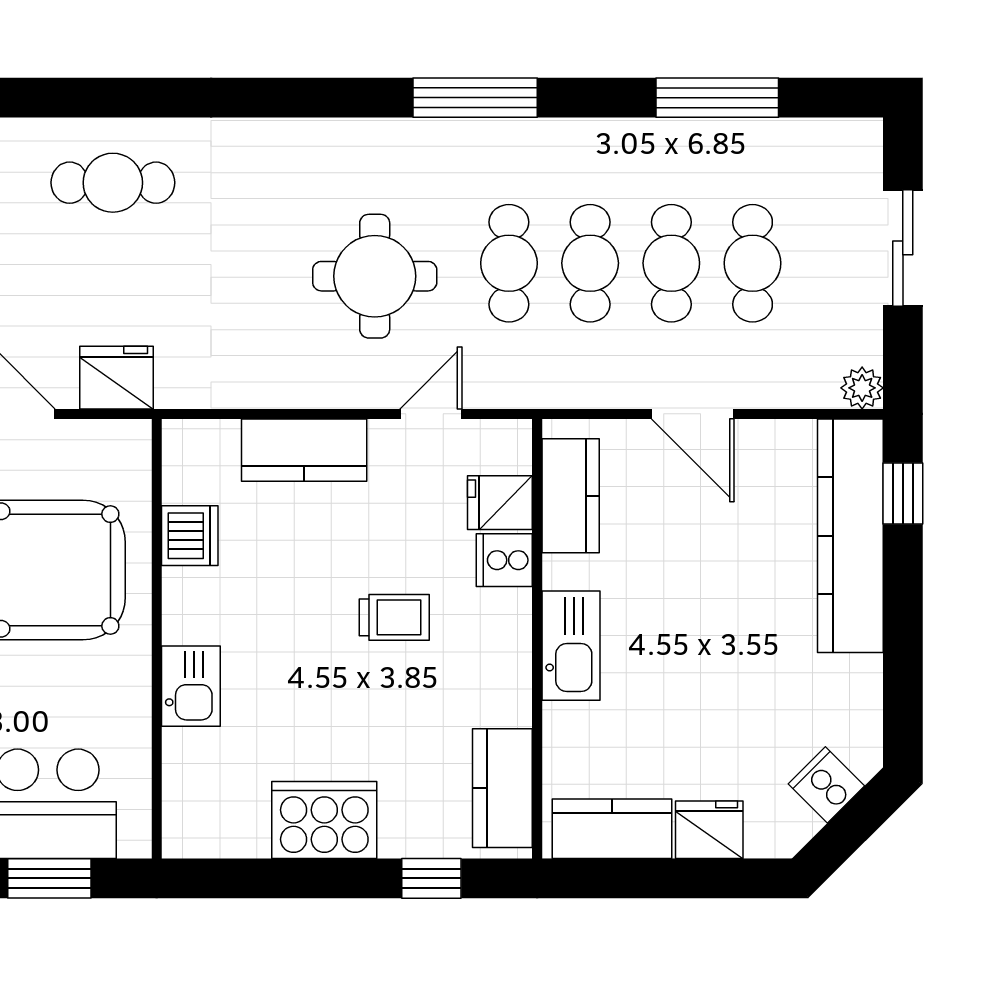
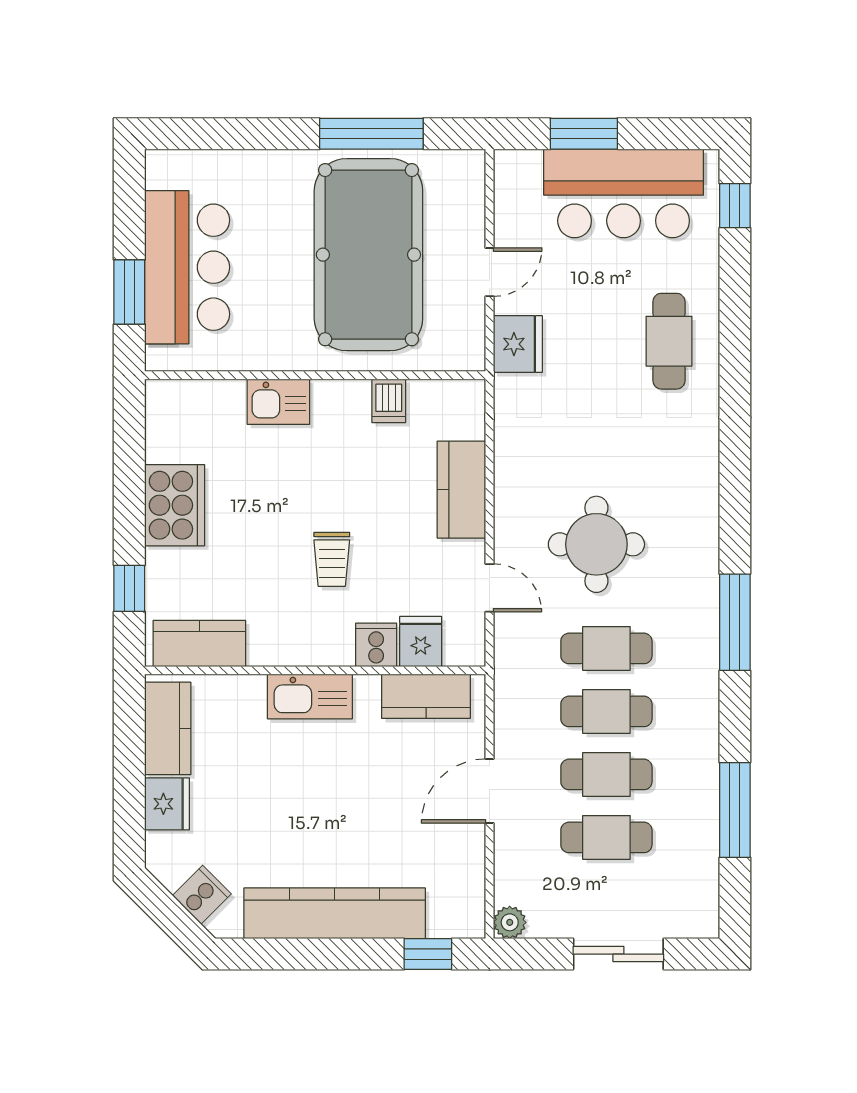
dishwasher: (190, 536) -> (389, 401), width x0.73
kitchen counter: (850, 536) -> (335, 913), moved

